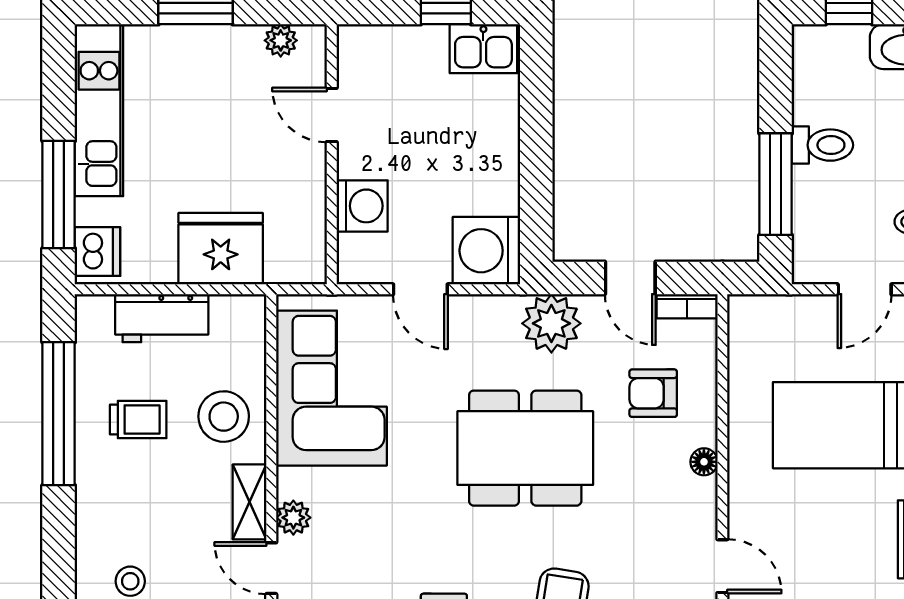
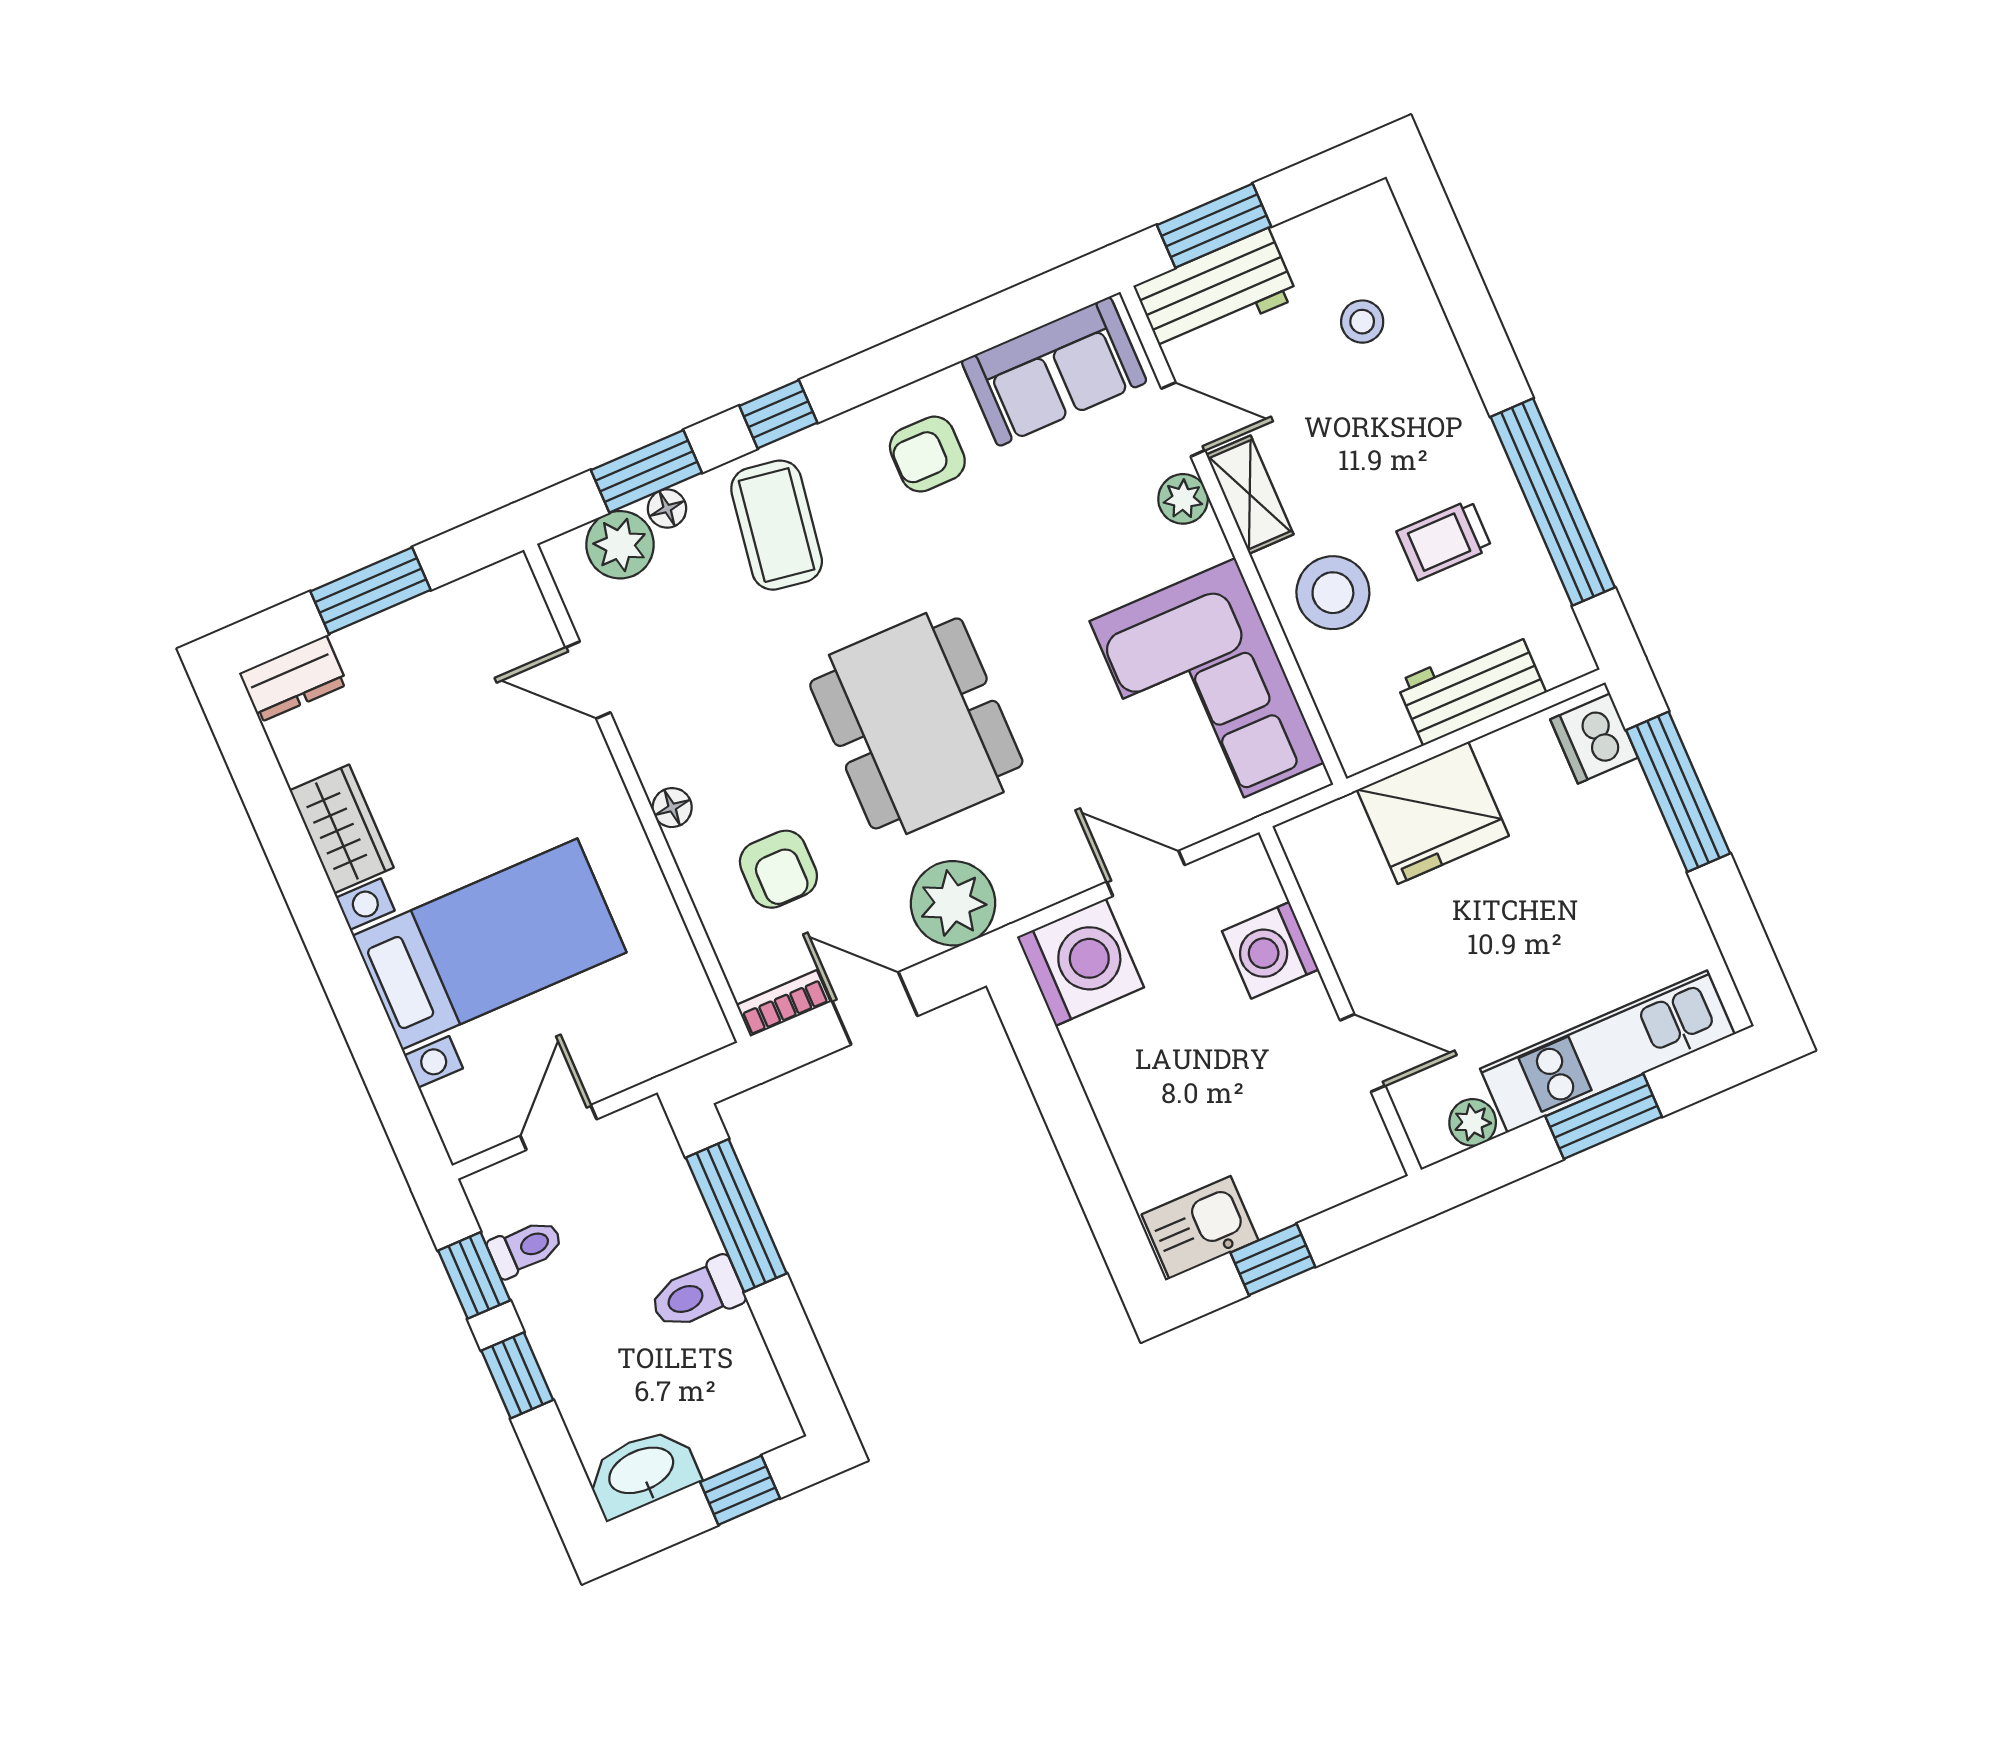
kitchen unit: (99, 110) -> (1607, 1052), moved, turned 90
armchair: (653, 393) -> (778, 869), turned 90
dining table: (525, 448) -> (916, 723), turned 90

